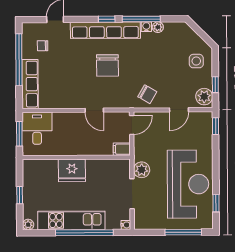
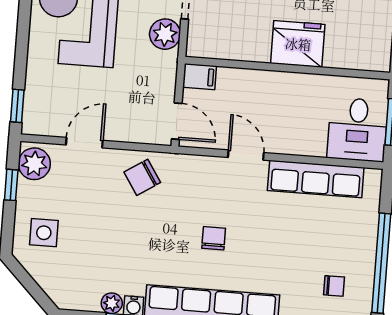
chair: (107, 65) -> (214, 238), width x0.54, depth x0.54
row of seats: (30, 84) -> (316, 179), moved, turned -90
chair: (147, 94) -> (142, 177), turned -63
door: (132, 125) -> (177, 121), swing flipped

